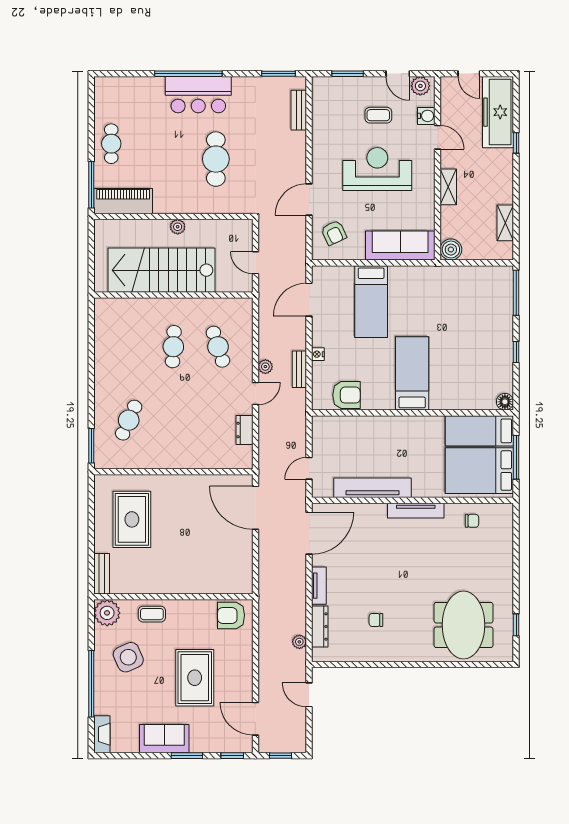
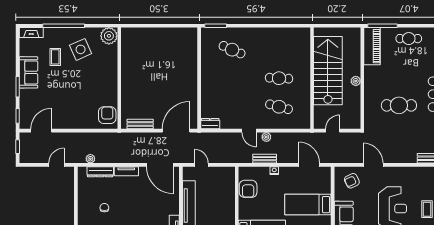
cafe table: (218, 347) -> (279, 107), turned 33
dresser: (245, 430) -> (210, 124), moved
rug: (132, 519) -> (169, 52), removed
bench: (102, 574) -> (140, 124), moved
coffee table: (152, 614) -> (55, 57), moved
rug: (195, 678) -> (67, 92), removed

